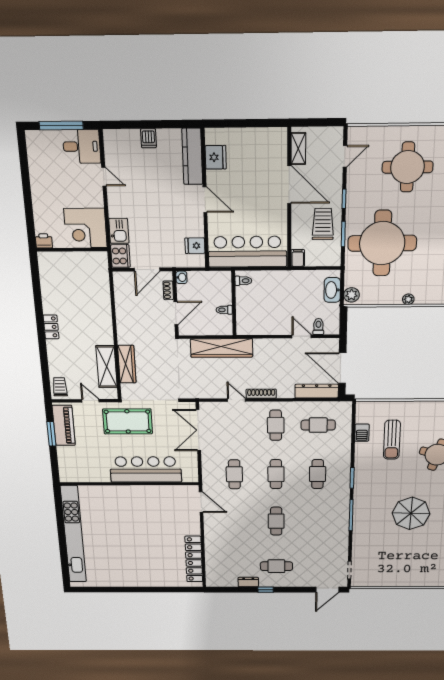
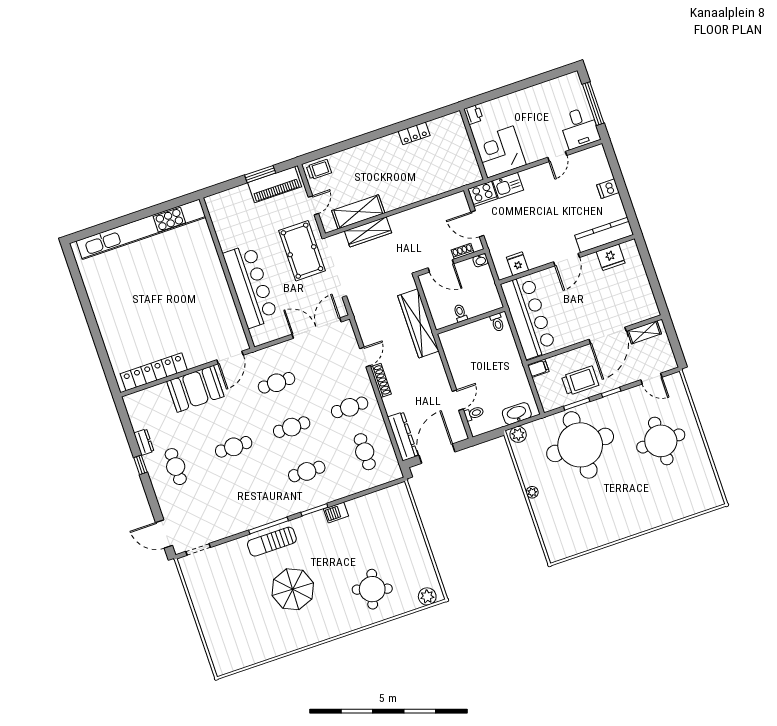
locker: (51, 327) -> (414, 133), moved
barbecue: (362, 433) -> (336, 512), moved
sun lounger: (392, 440) -> (272, 542), moved
booth: (218, 534) -> (195, 389), added

